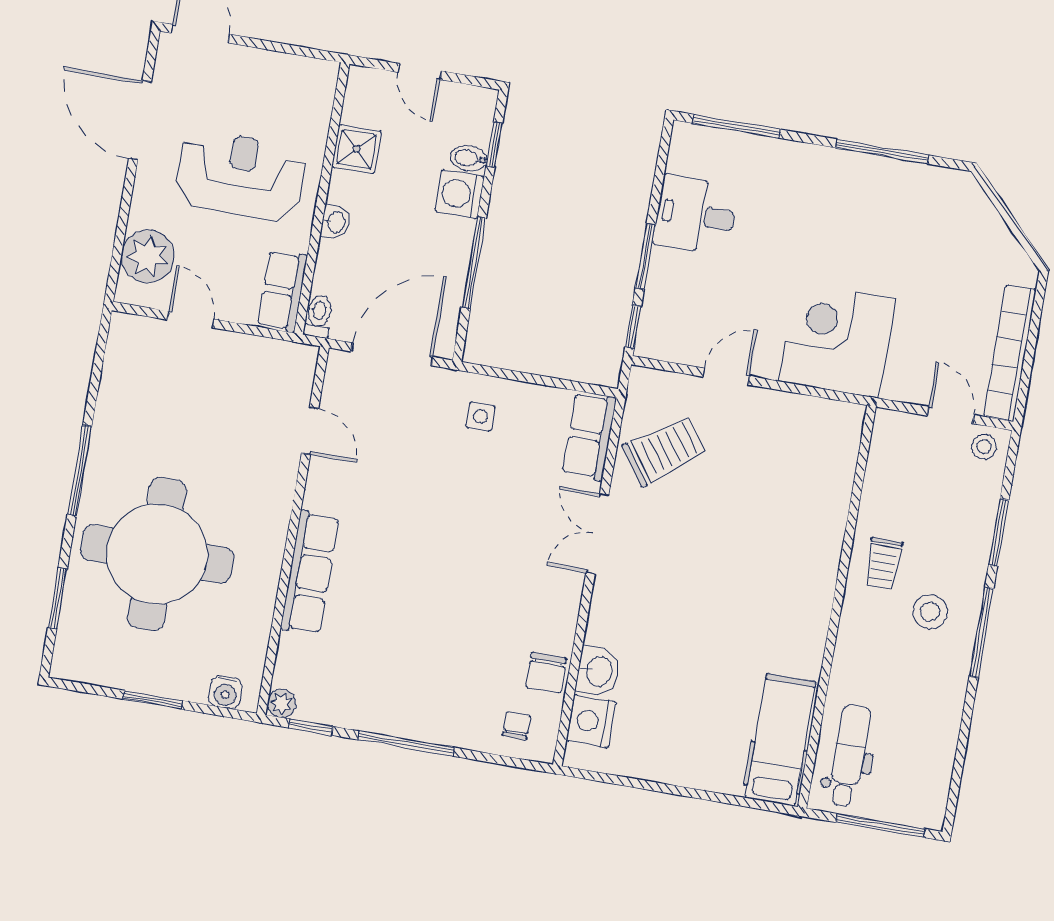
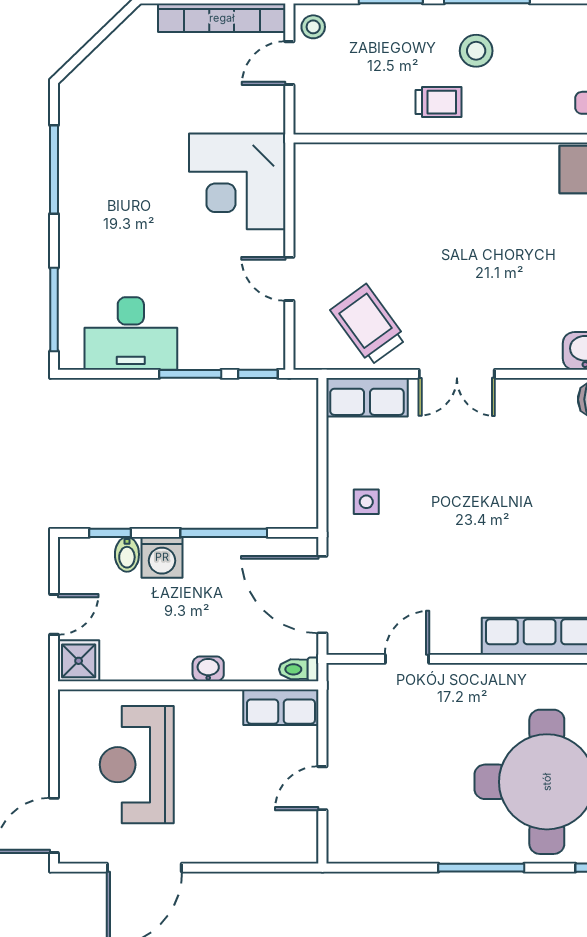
shower: (357, 149) -> (79, 661), moved
reception desk: (240, 176) -> (137, 765), moved
desk: (696, 215) -> (131, 333), width x1.37
plant: (148, 256) -> (270, 839), removed

